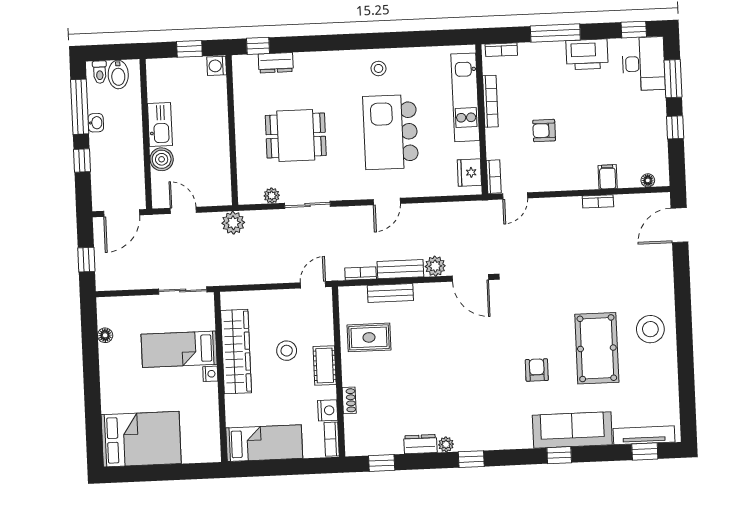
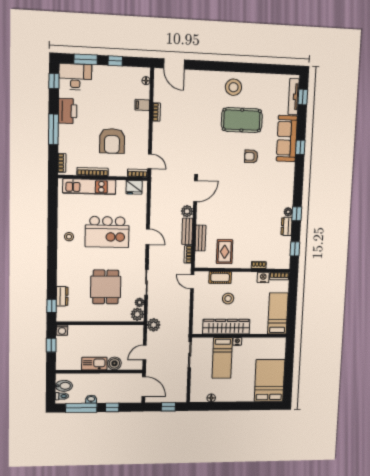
armchair: (544, 130) -> (112, 141), width x1.88, depth x1.88
plant: (251, 193) -> (137, 314), added
cot: (325, 366) -> (220, 278), moved
window: (471, 459) -> (297, 214), moved

